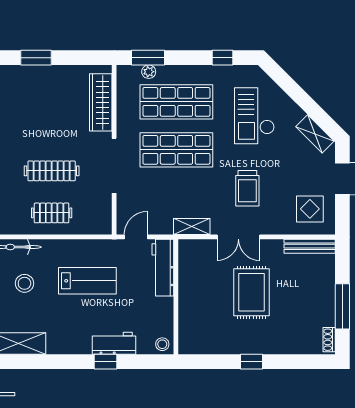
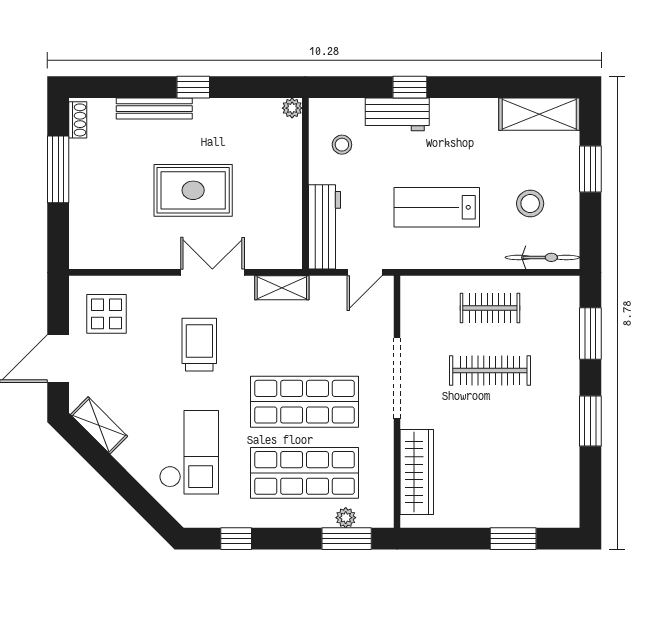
bench: (310, 246) -> (154, 109), moved
rug: (252, 292) -> (193, 190), turned 90
stool: (162, 344) -> (342, 145), moved
plant: (185, 348) -> (292, 108), added

